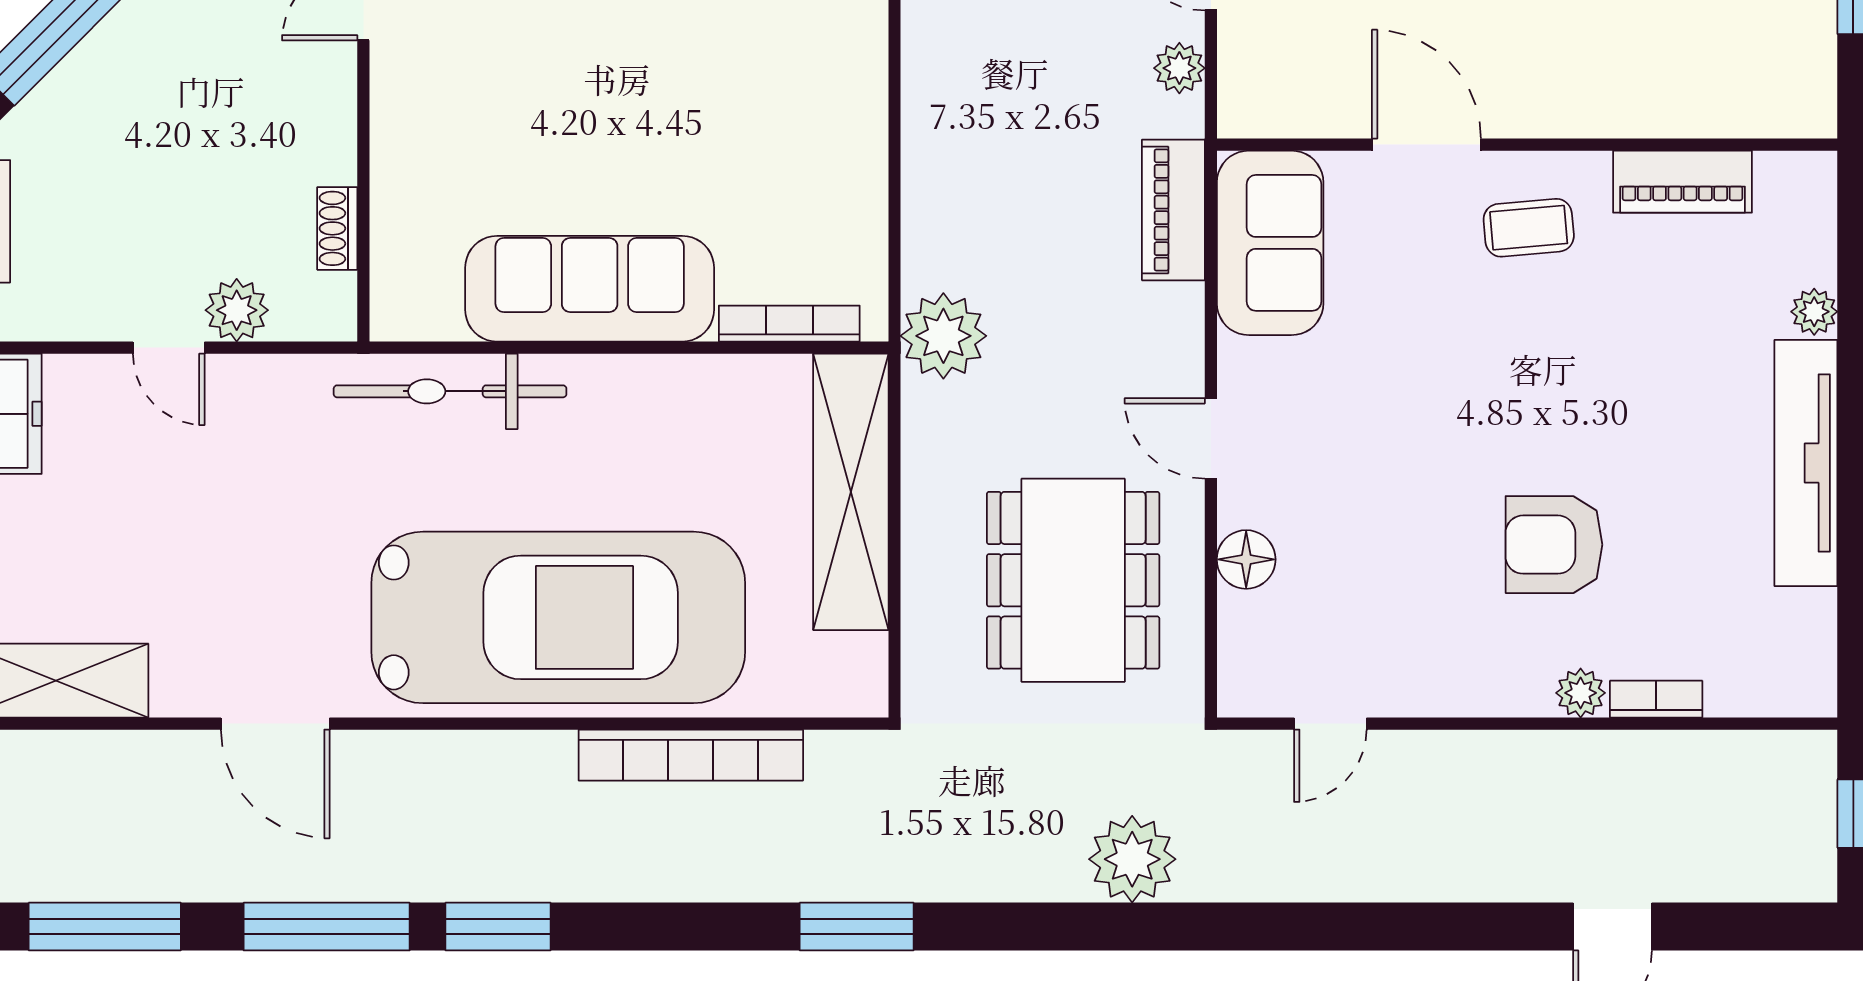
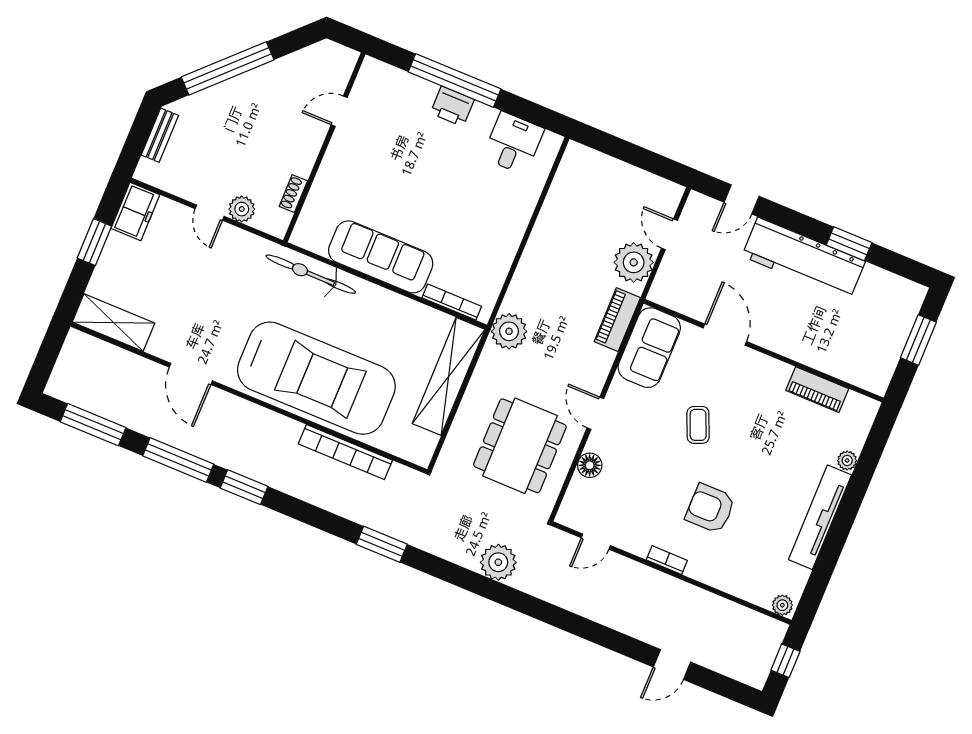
plant: (1179, 68) -> (634, 262), width x1.88, depth x1.88
coffee table: (1529, 228) -> (698, 425), moved, turned 72
plant: (1581, 693) -> (782, 605), moved
bookcase: (1656, 699) -> (667, 560), moved

